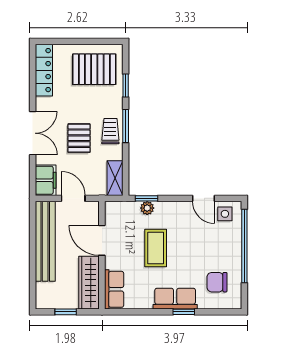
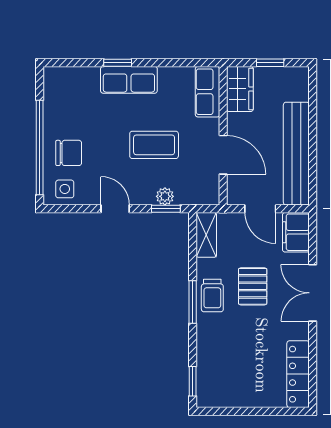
pallet: (94, 69) -> (233, 375), removed
window: (126, 85) -> (193, 381), moved
door: (203, 198) -> (115, 209), moved
coffee table: (156, 248) -> (154, 145), turned 90
chair: (217, 282) -> (69, 153), moved
wardrobe: (89, 283) -> (240, 89), width x0.67

